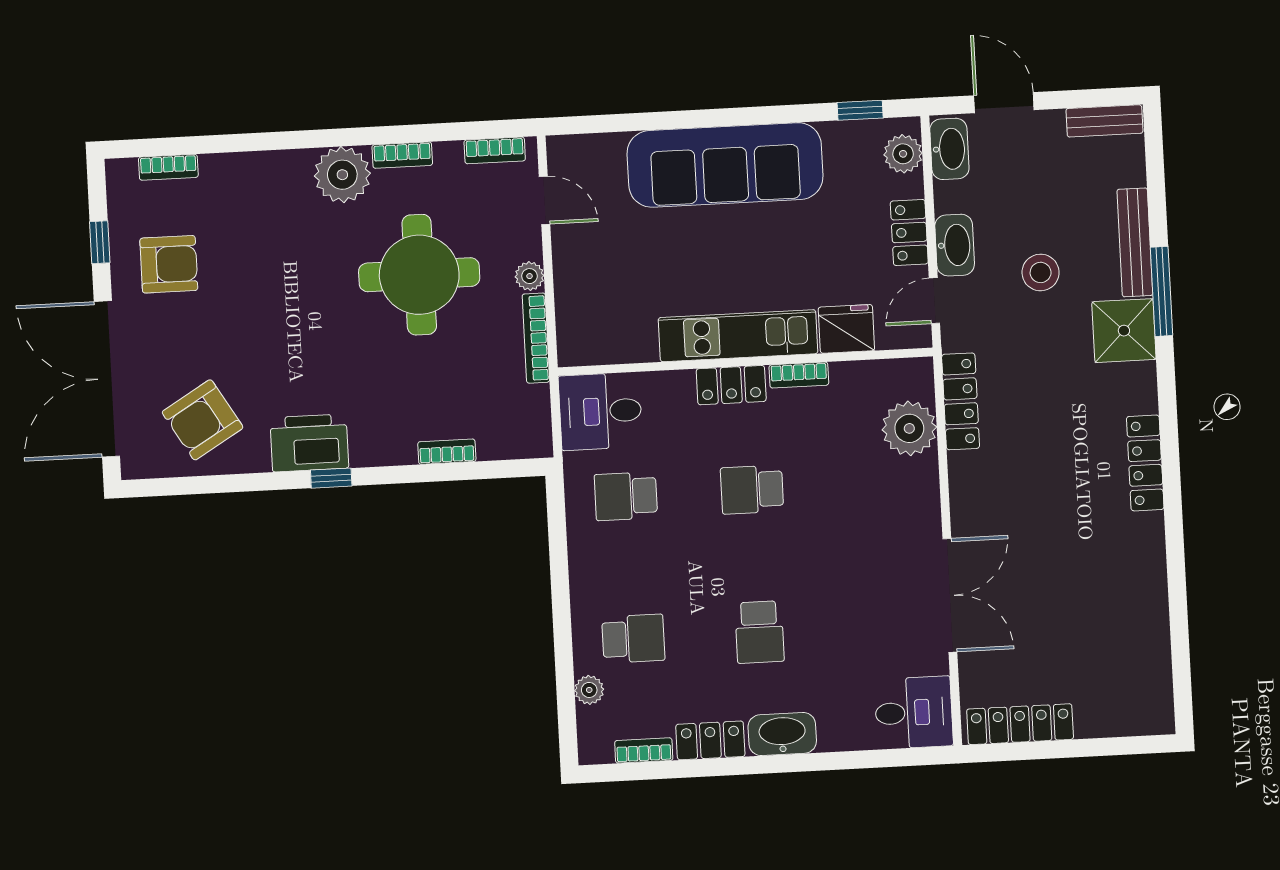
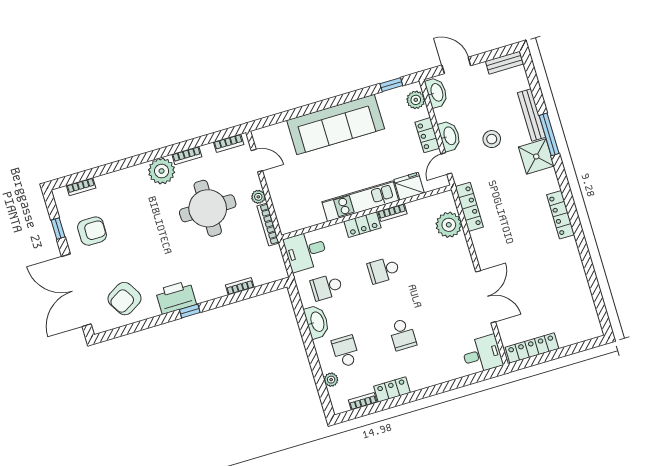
school desk: (633, 639) -> (346, 351), turned -90
washbasin: (782, 734) -> (317, 322), moved, turned 90

